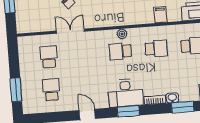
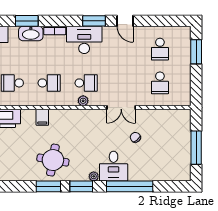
double door: (70, 31) -> (121, 108), moved
school desk: (156, 49) -> (49, 83), turned 180
washbasin: (172, 98) -> (31, 33), width x1.91, depth x1.45
window: (128, 111) -> (94, 21), moved

